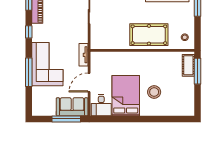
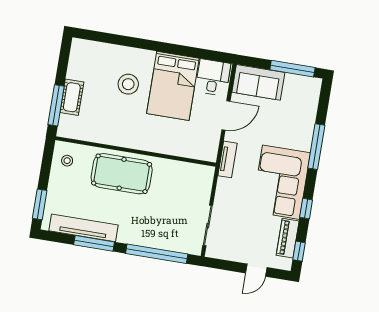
corner sofa: (47, 64) -> (281, 182), moved
cot: (188, 65) -> (72, 97), moved
window: (66, 119) -> (292, 69), moved

